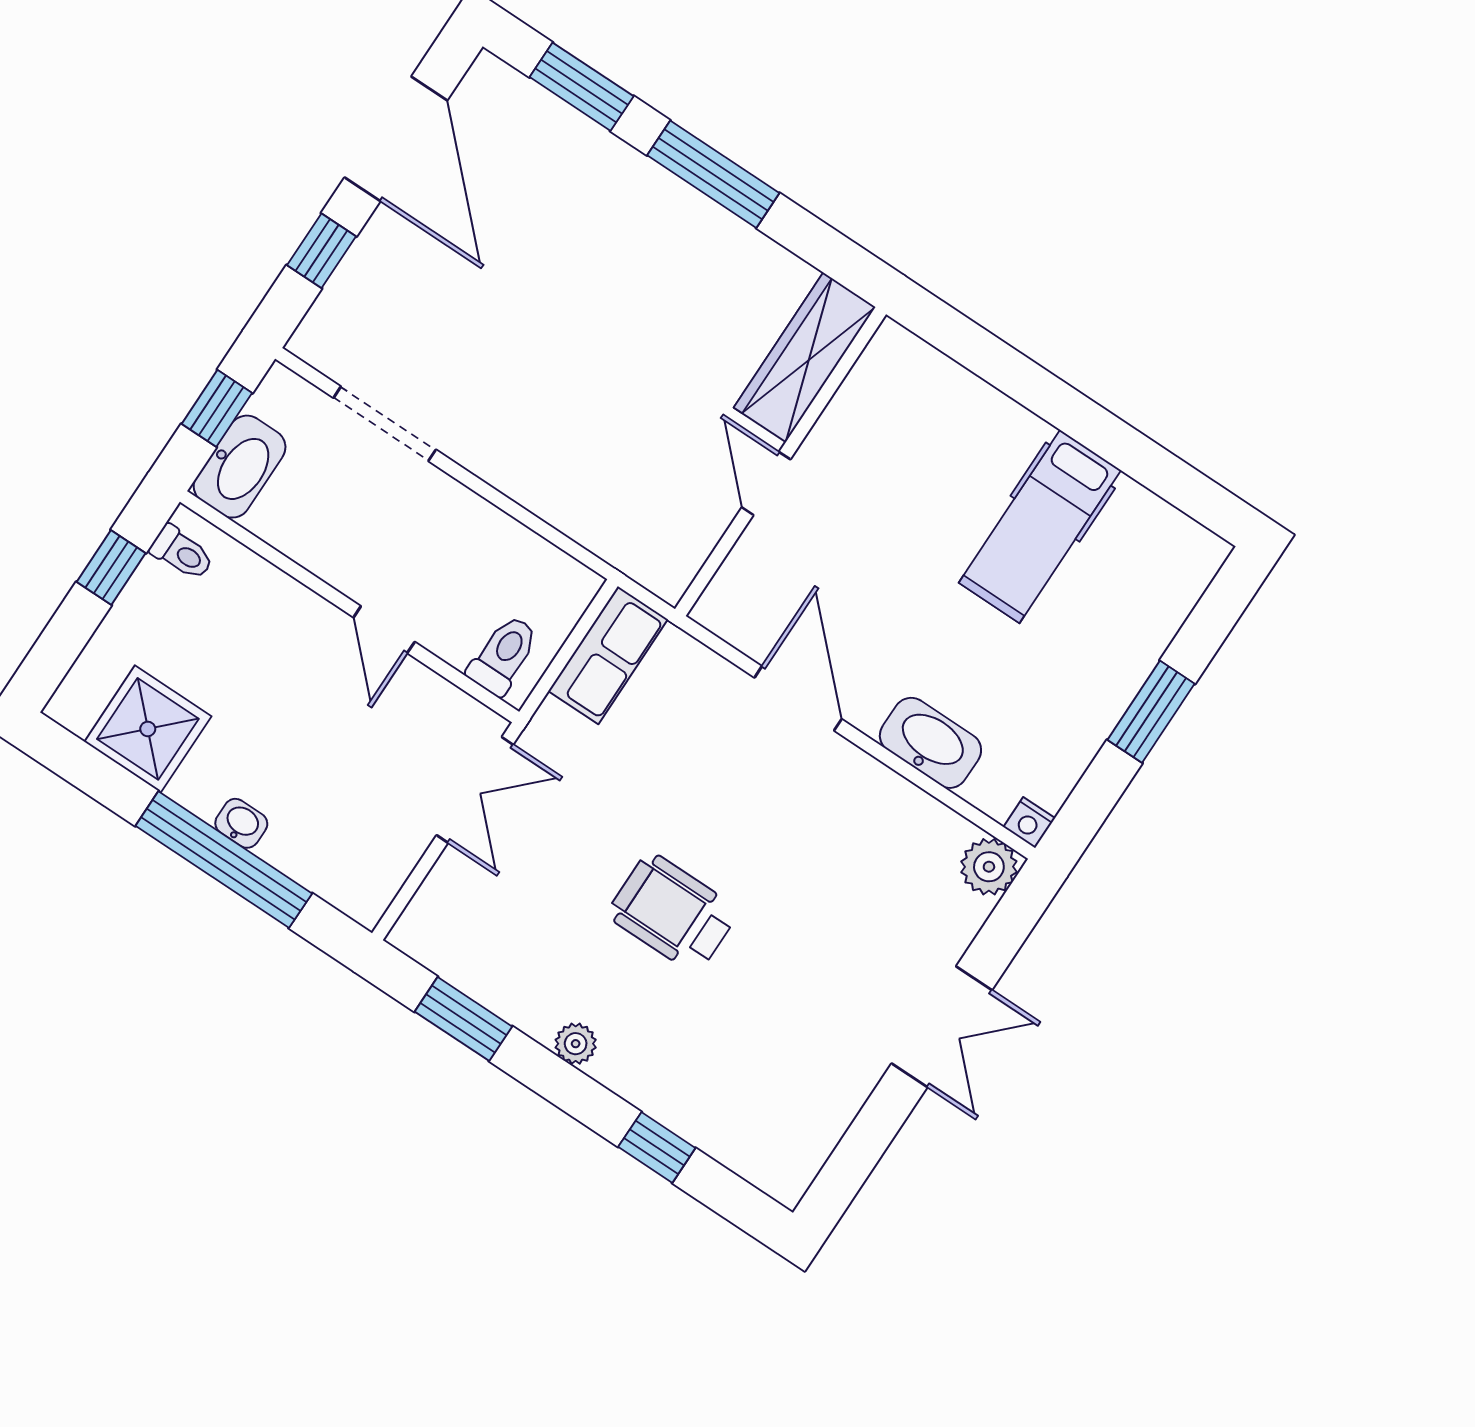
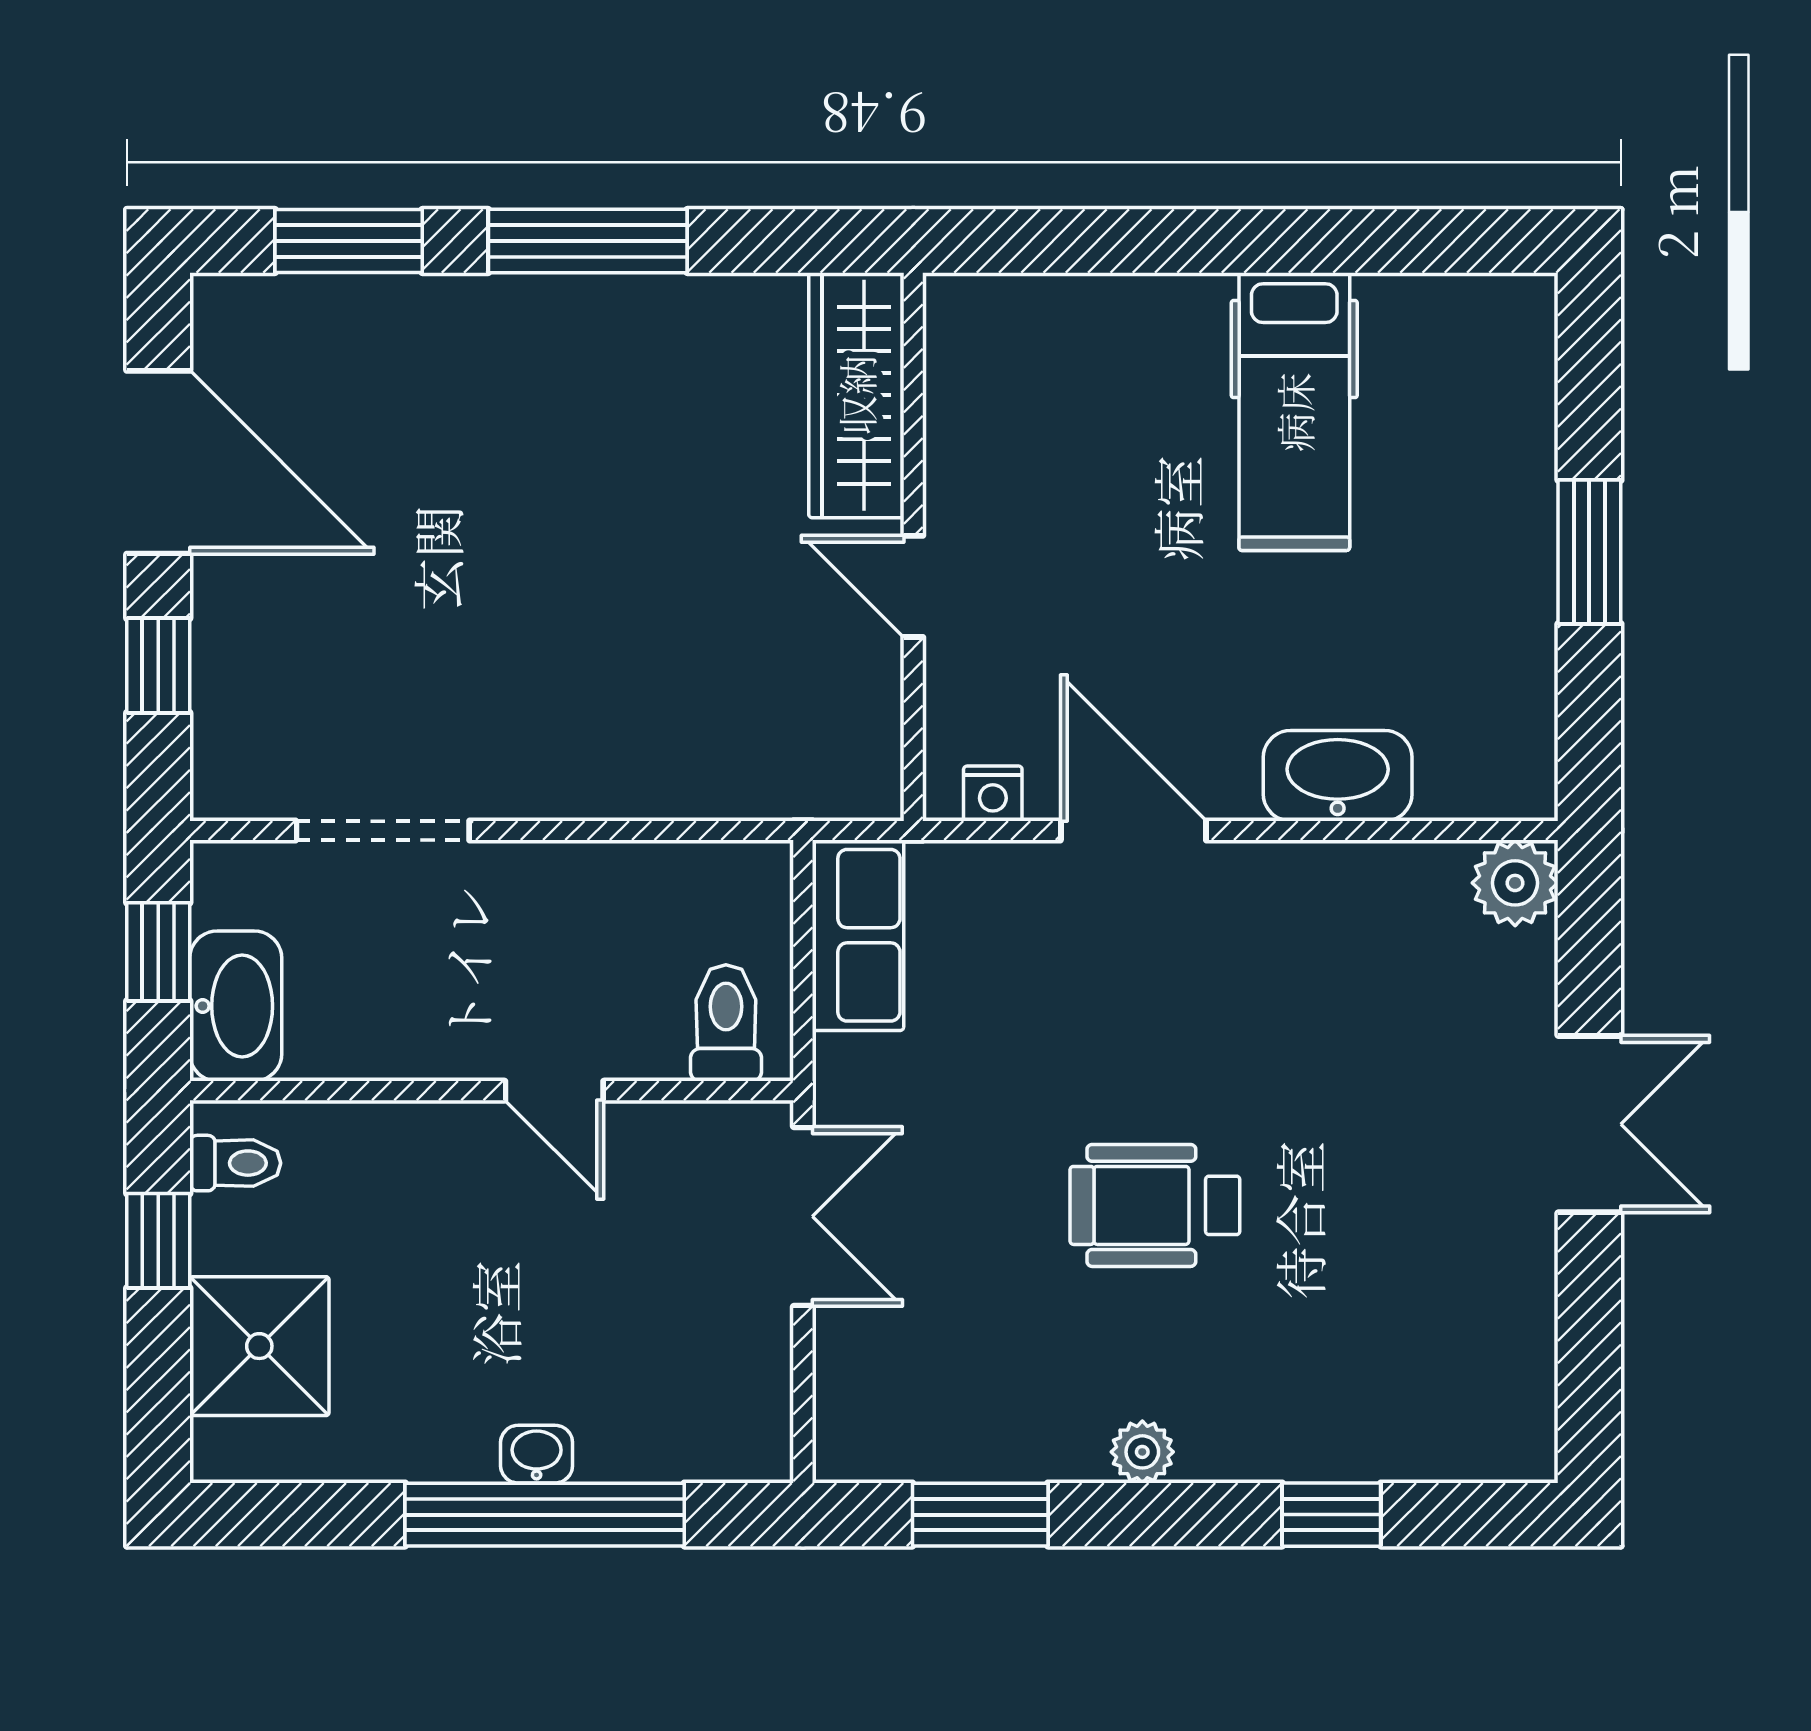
shower: (148, 729) -> (259, 1346), moved
nightstand: (1029, 823) -> (993, 794), moved

